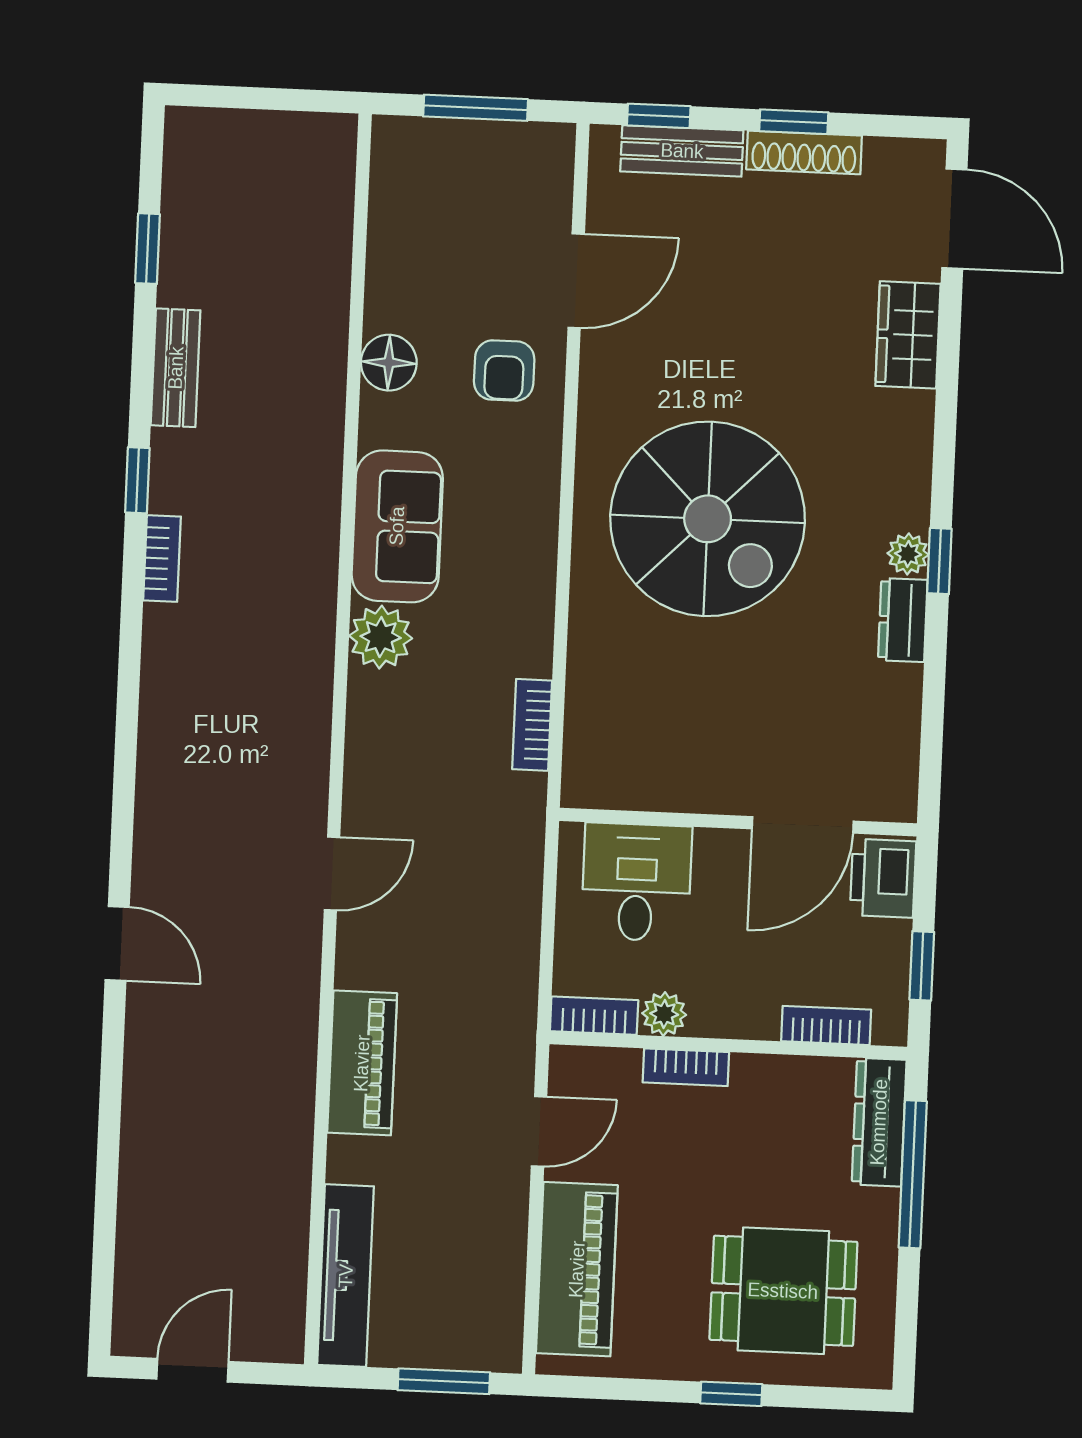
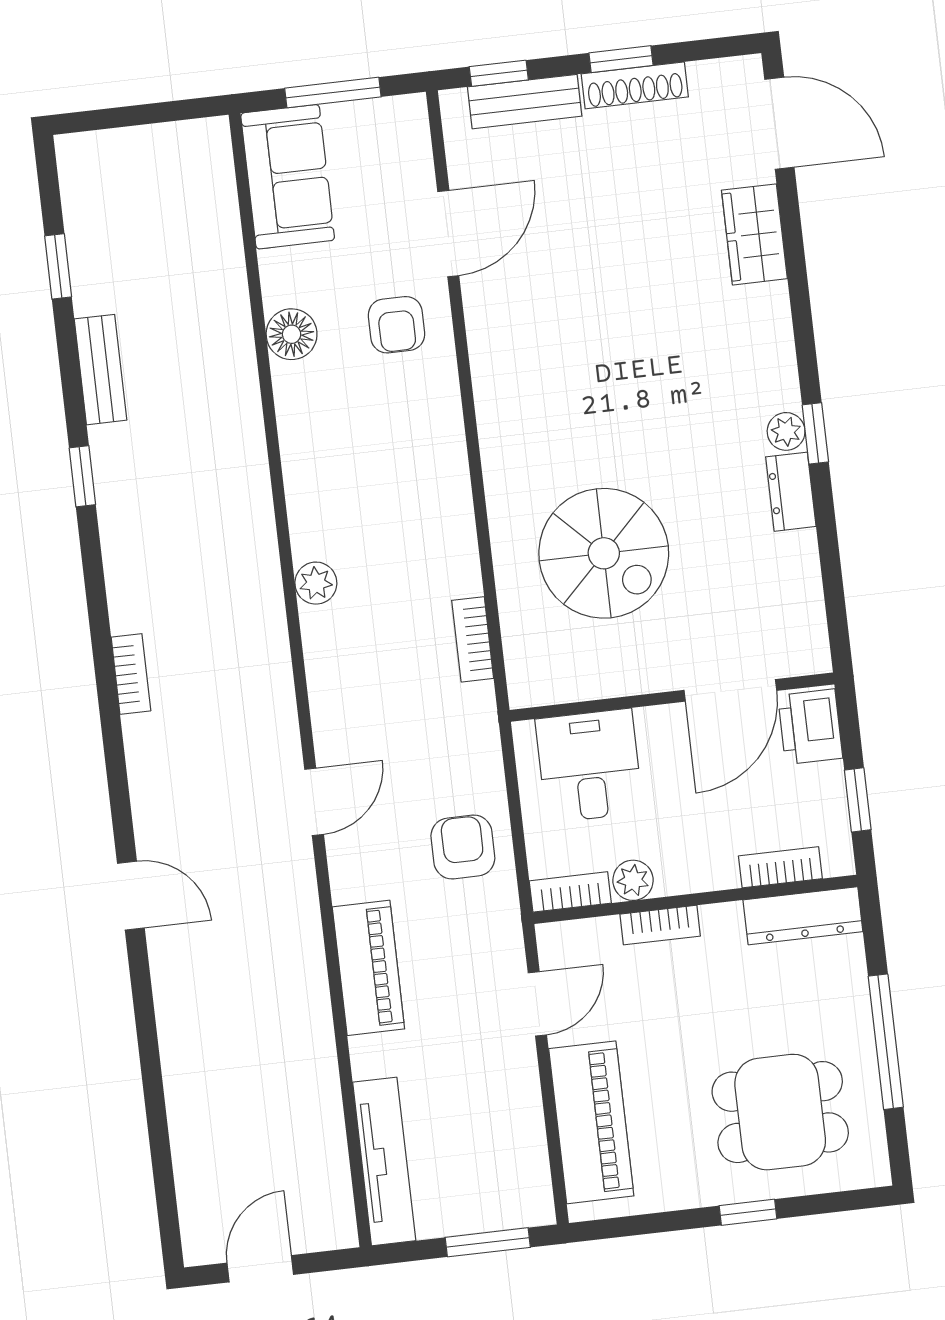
spiral stairs: (708, 519) -> (604, 553), moved, width x0.73, depth x0.73
sofa: (397, 526) -> (288, 177), moved
bookcase: (162, 558) -> (131, 674), moved
plant: (381, 637) -> (316, 583), width x0.73, depth x0.73
armchair: (486, 948) -> (463, 847), added
dresser: (879, 1122) -> (803, 916), moved, turned -90
window: (913, 1174) -> (886, 1042), moved

